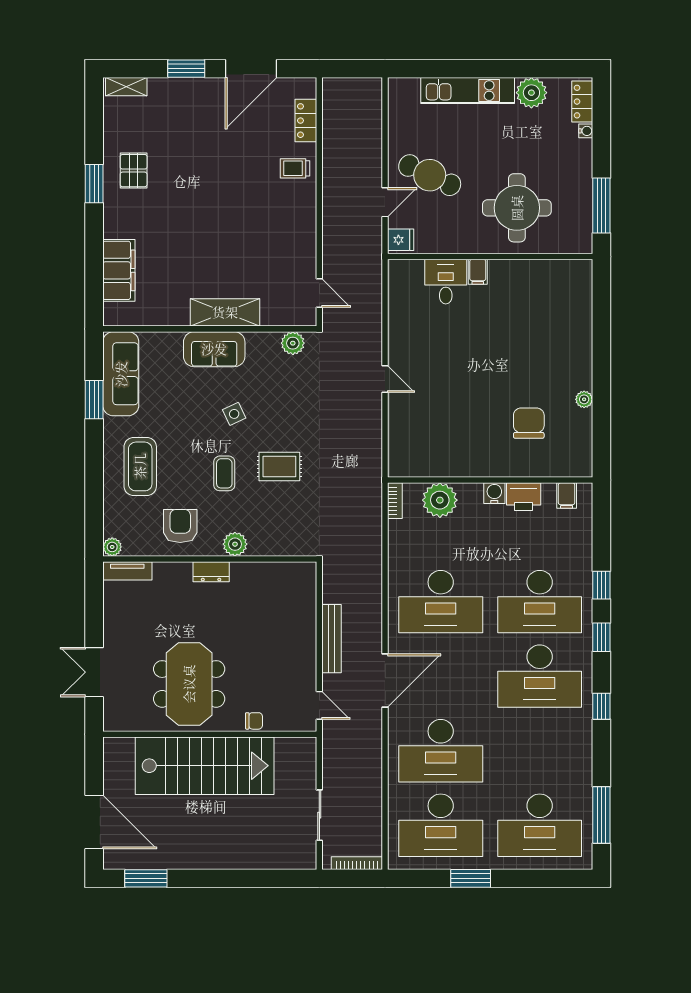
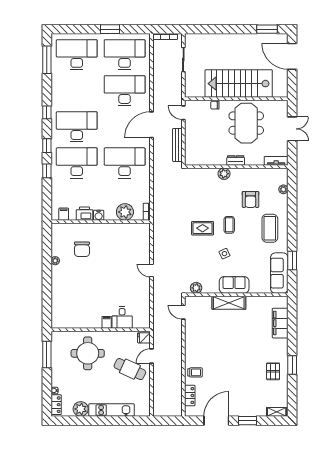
plant: (235, 544) -> (224, 174), moved
wall: (210, 559) -> (236, 167), moved
tv unit: (127, 571) -> (276, 161), moved
dresser: (211, 572) -> (236, 160), moved

